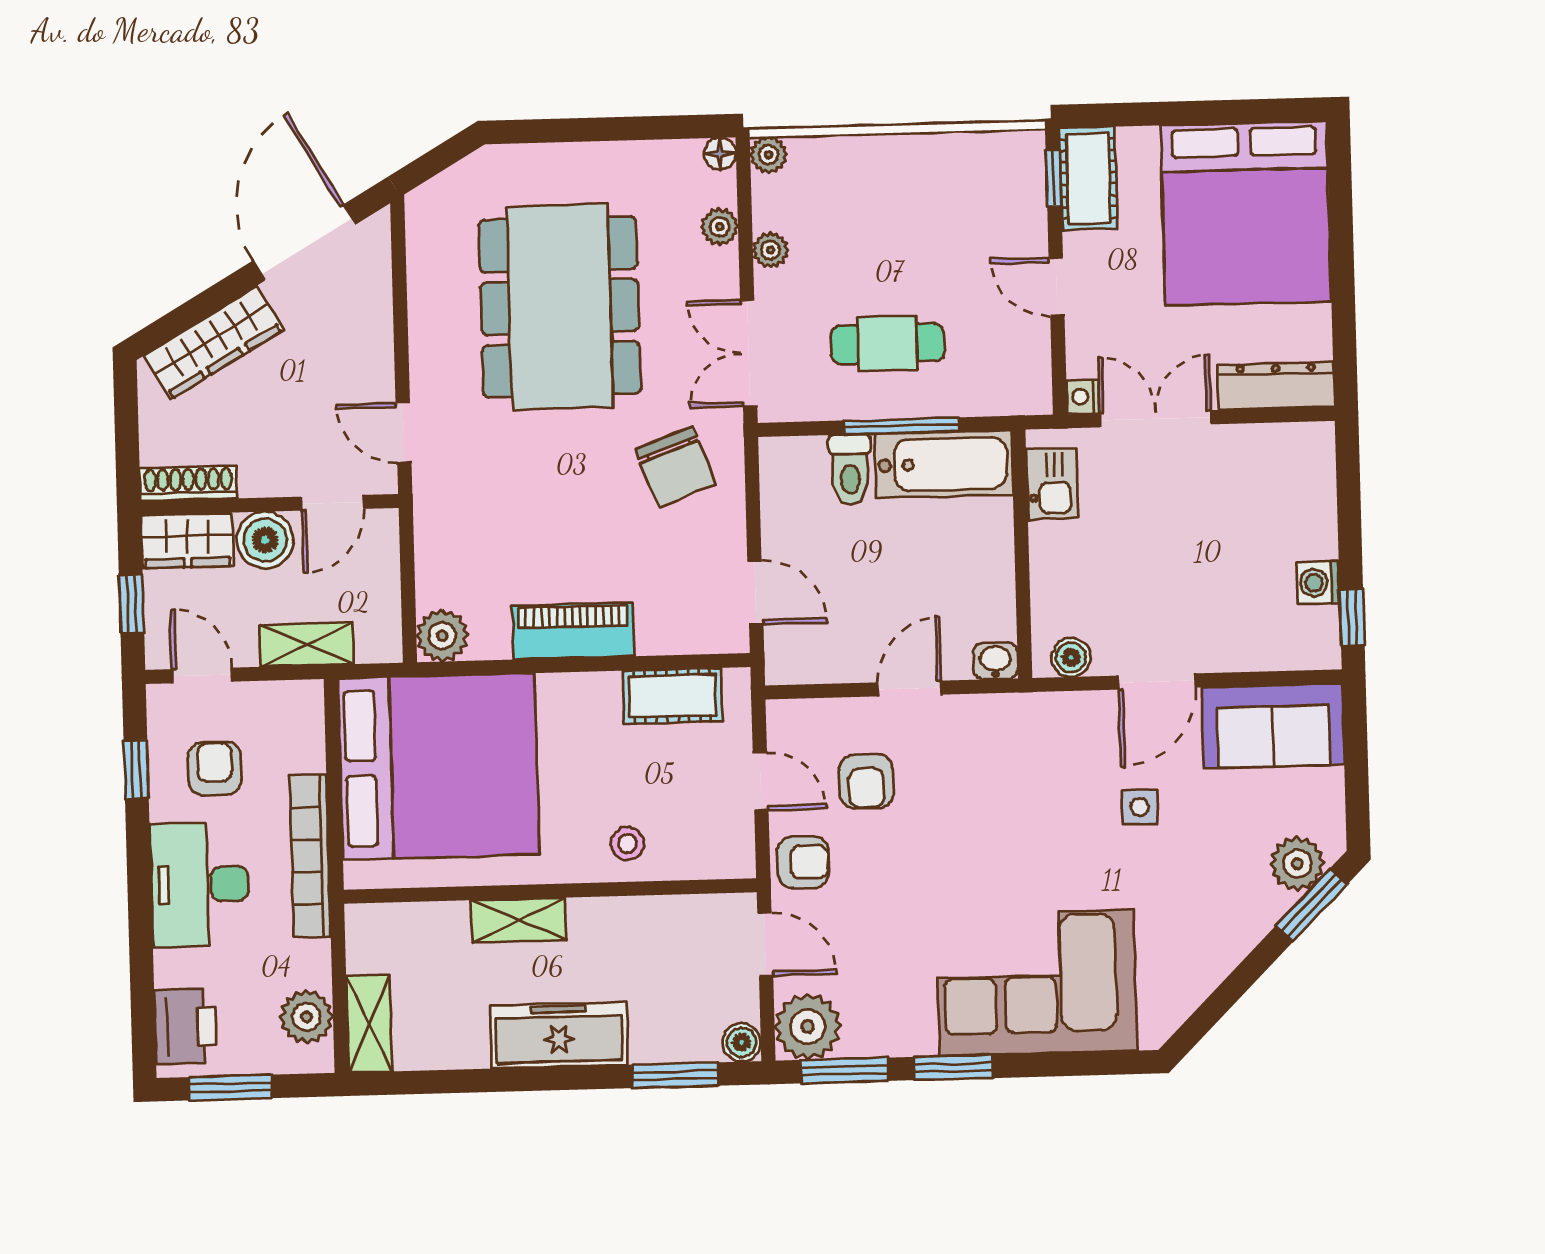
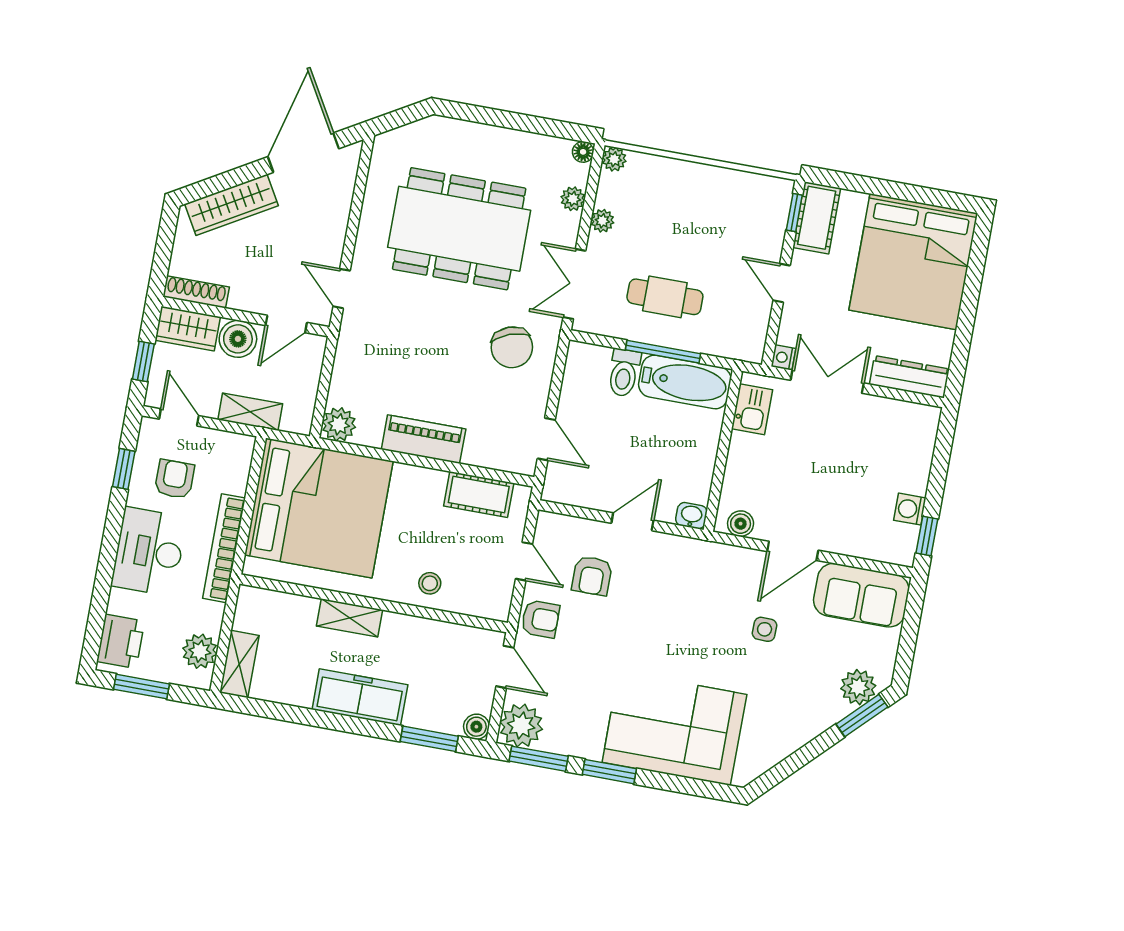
dining table: (560, 307) -> (459, 229), turned 90

